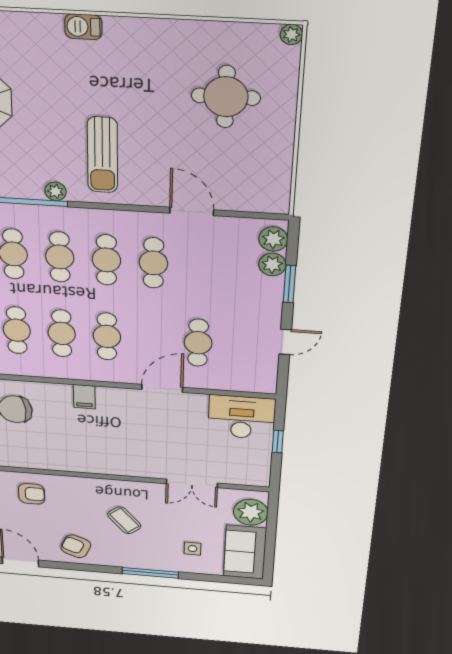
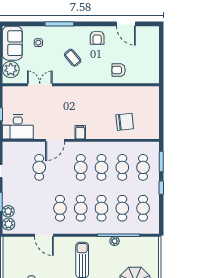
plant: (56, 191) -> (115, 241), moved
filing cabinet: (84, 397) -> (80, 132), moved
armchair: (76, 546) -> (97, 38), turned 67

